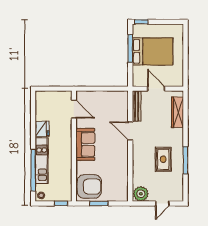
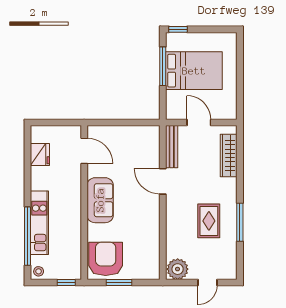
fridge: (42, 129) -> (40, 154), moved
armchair: (89, 186) -> (106, 259), turned -90

